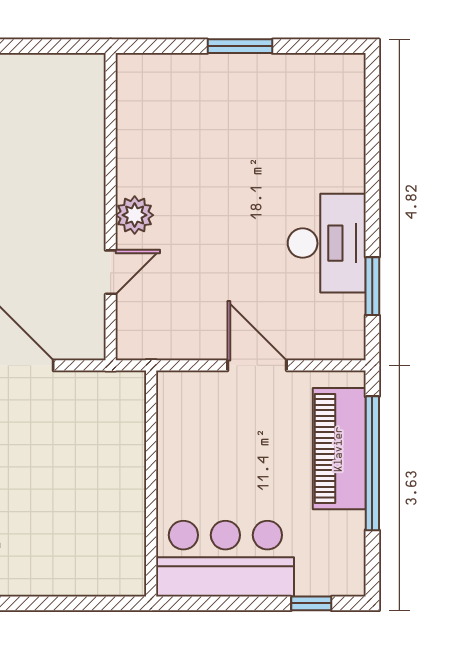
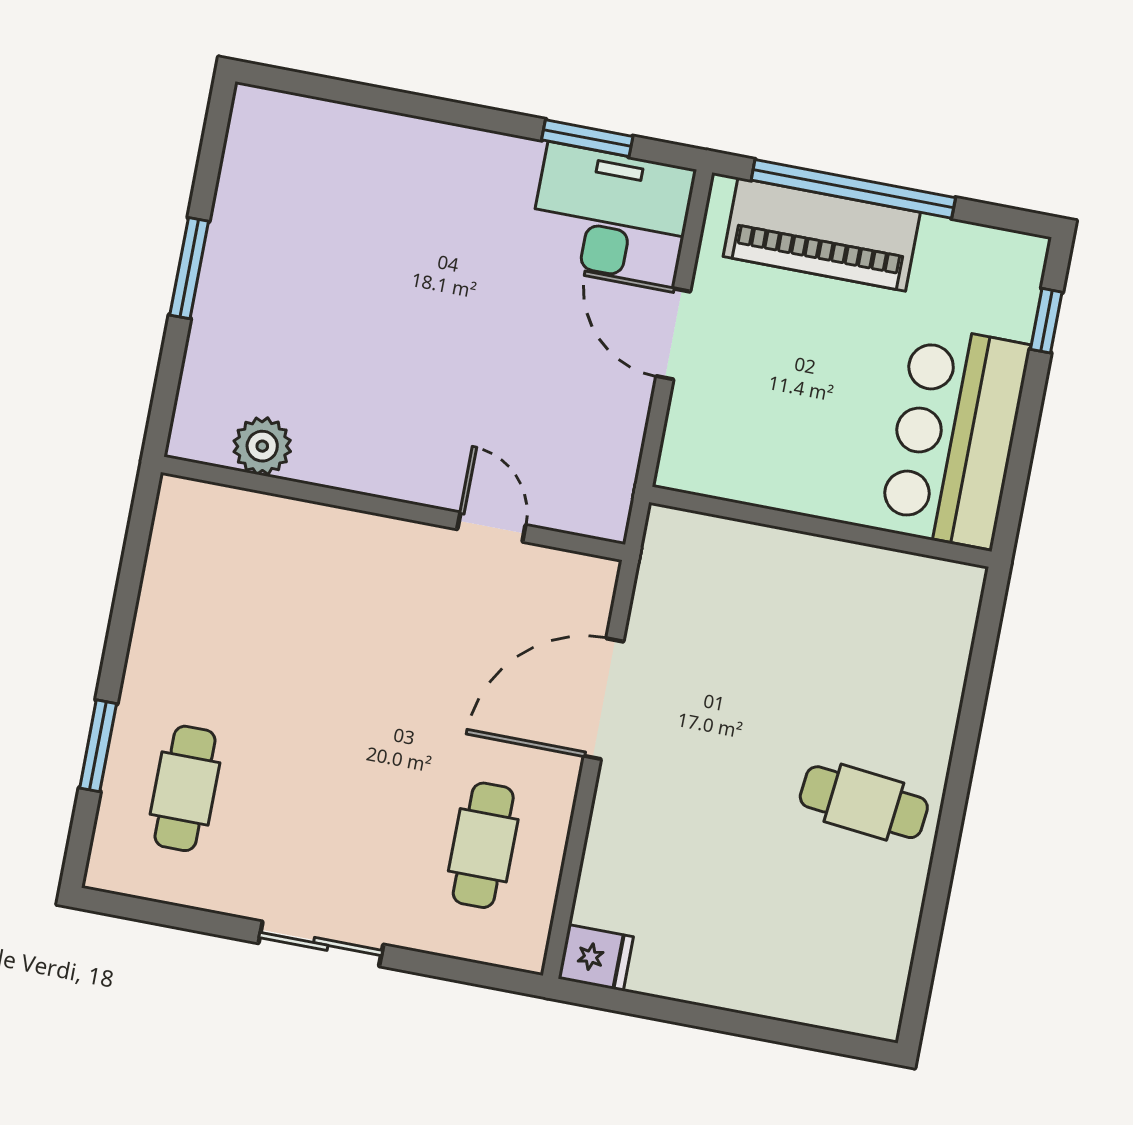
plant: (135, 215) -> (262, 446), moved
desk: (327, 243) -> (611, 214), moved
door: (257, 365) -> (673, 334), hinge flipped

